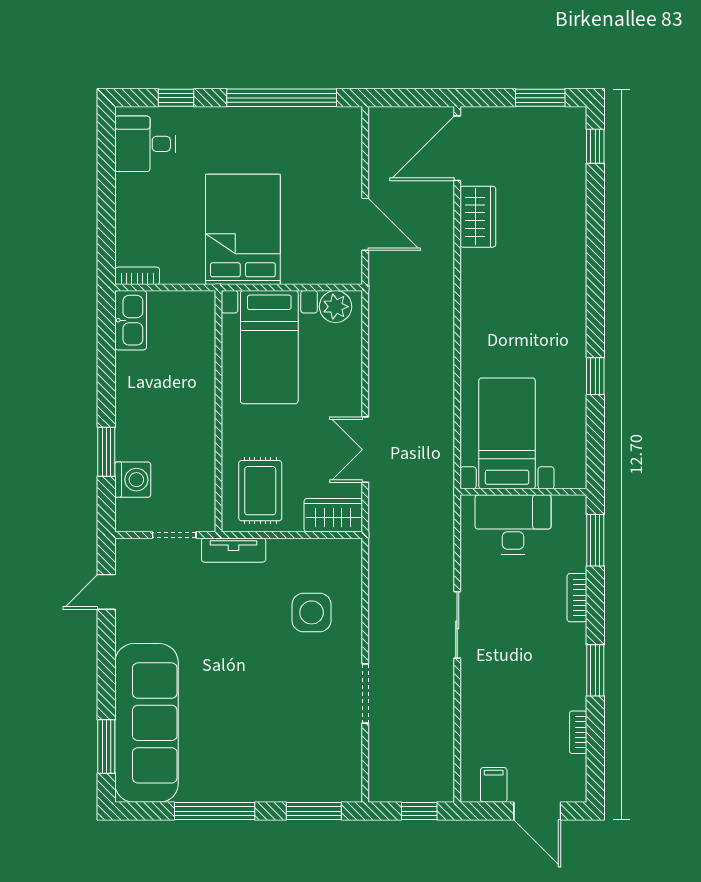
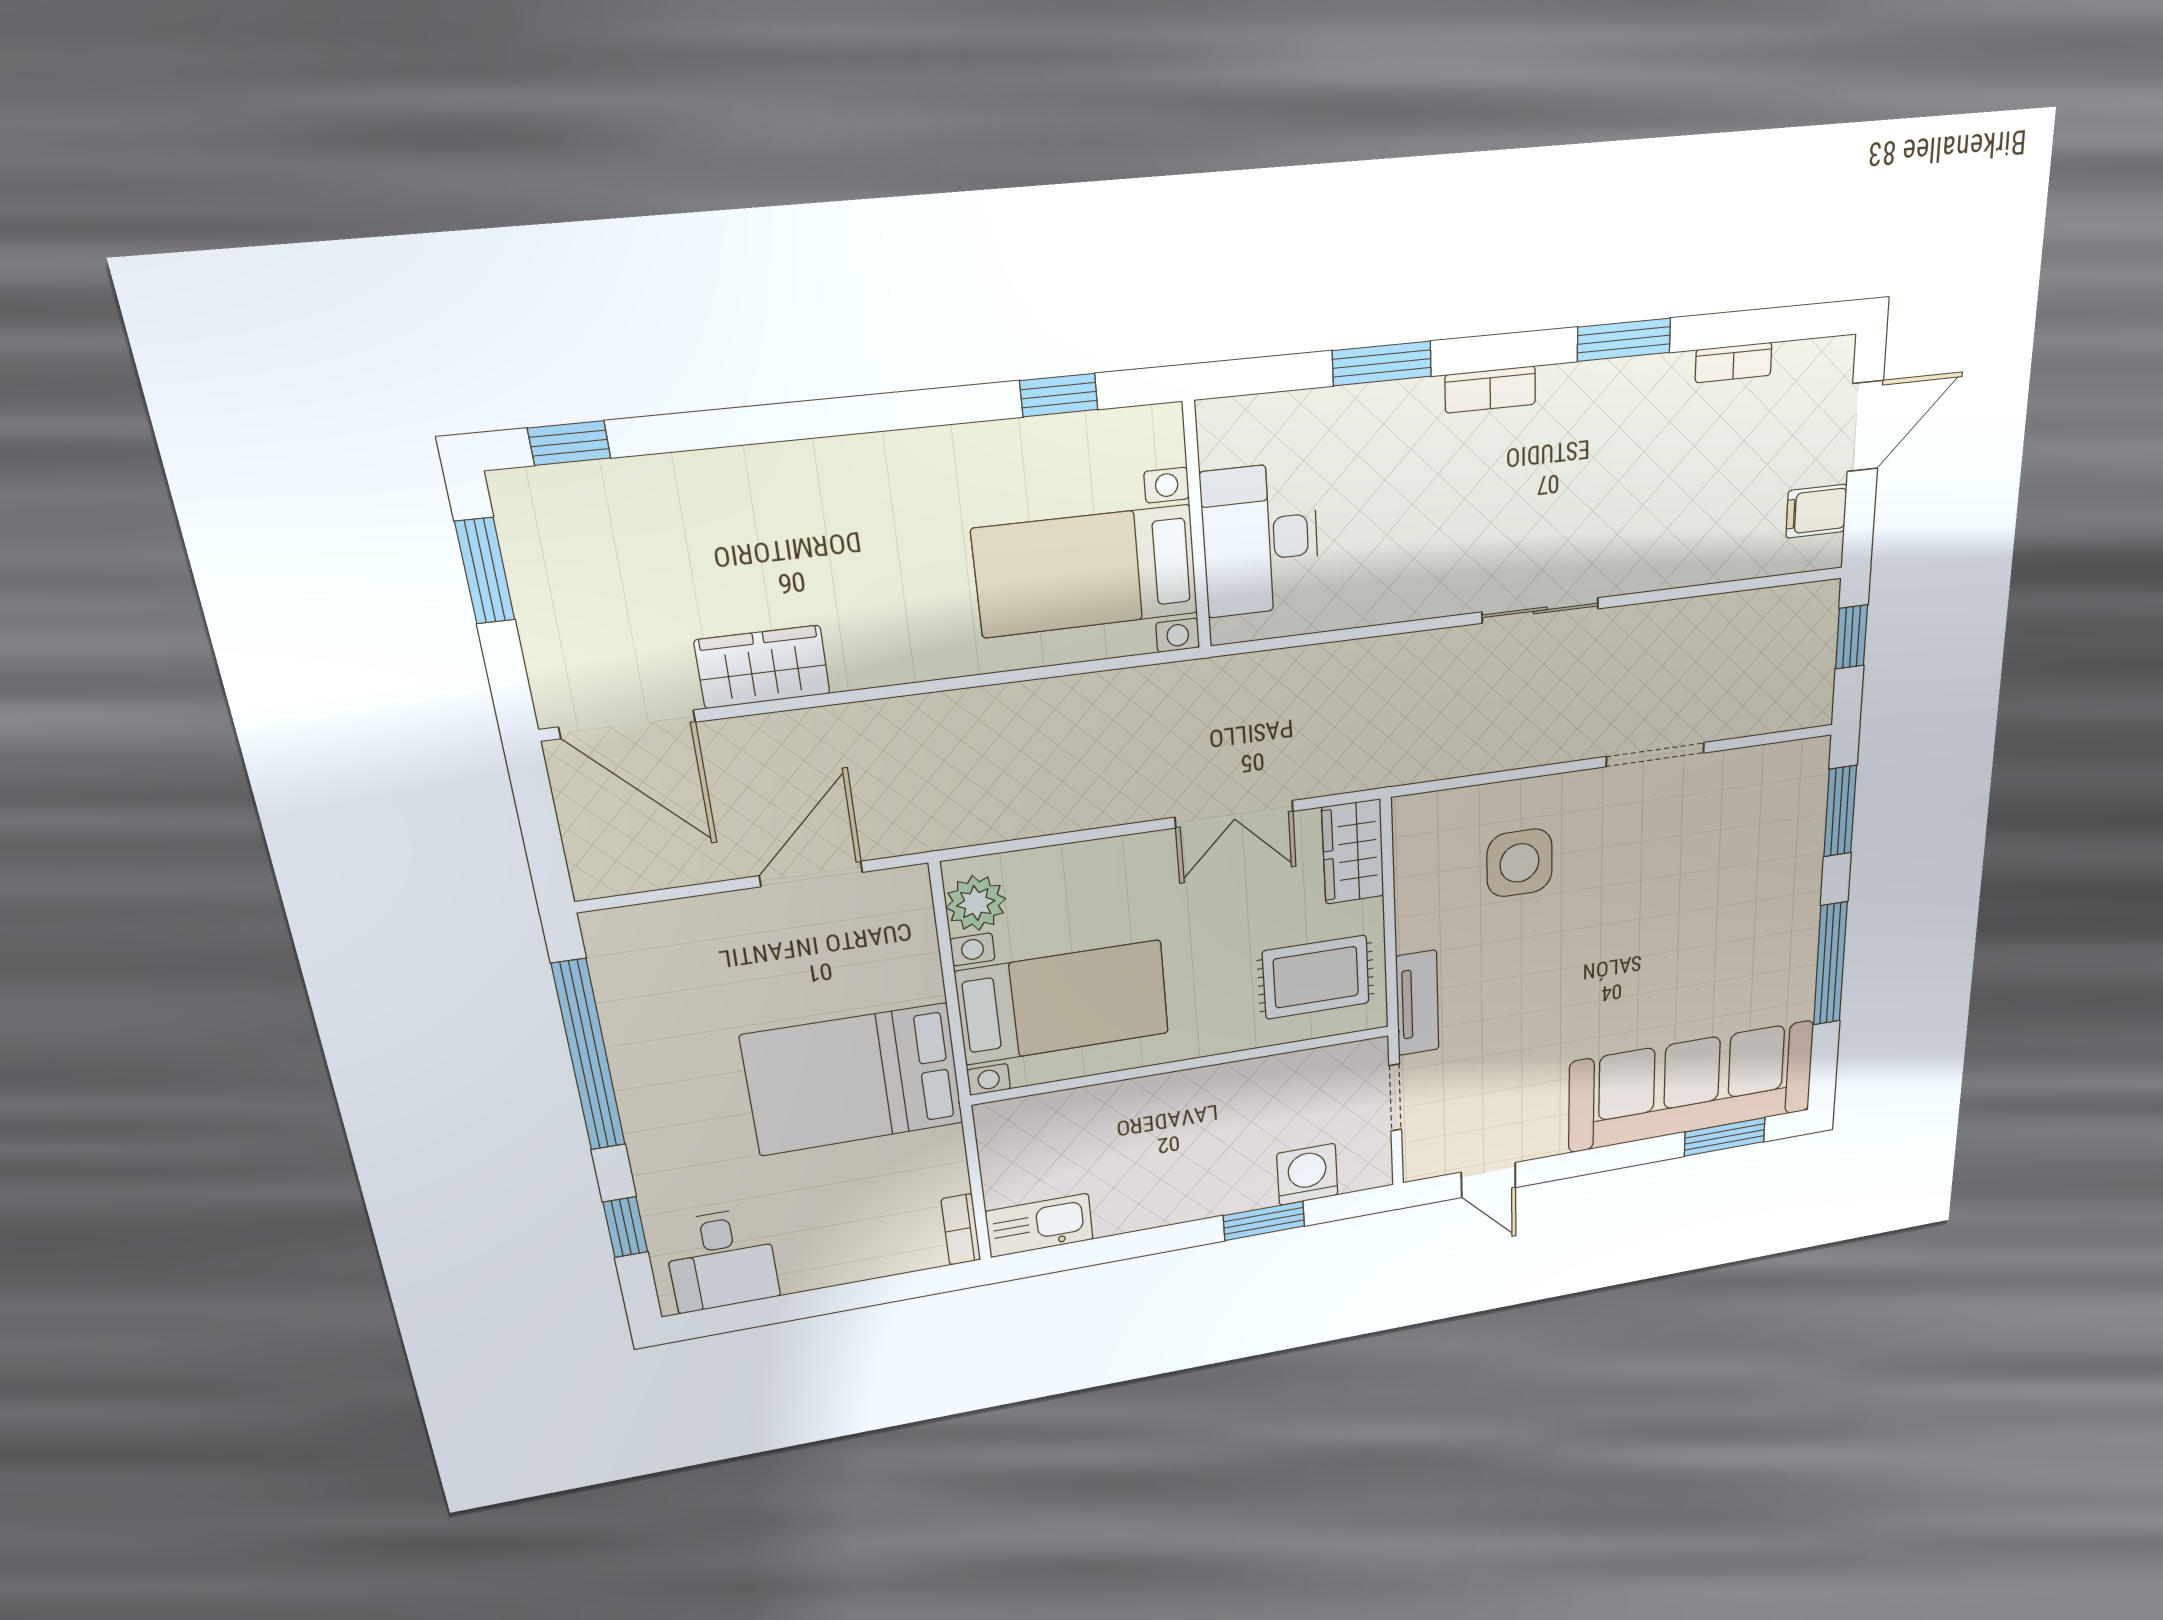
bed with nightstands: (507, 433) -> (1086, 571), moved
wall: (523, 492) -> (1197, 527), moved
desk: (513, 524) -> (1260, 540), moved

